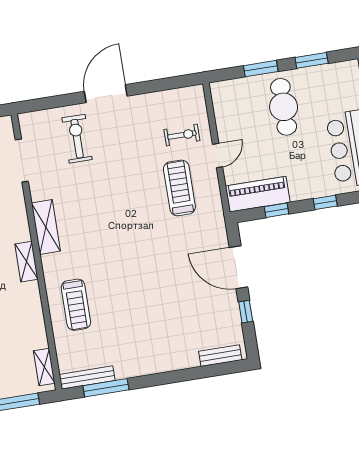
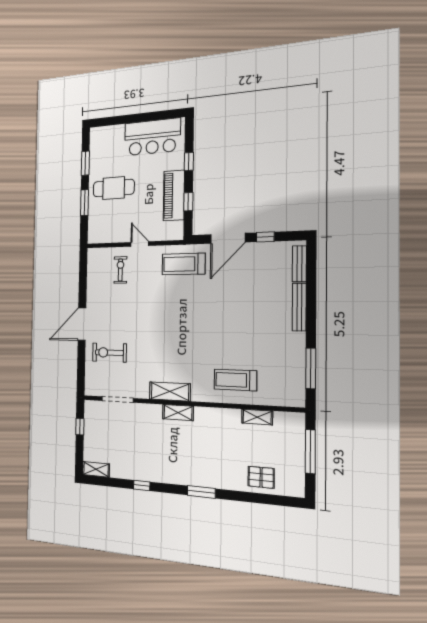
door: (106, 94) -> (82, 324), hinge flipped
treadmill: (179, 188) -> (183, 264), moved
piano: (258, 194) -> (174, 195), moved
shelving: (26, 262) -> (178, 413), moved
treadmill: (76, 305) -> (235, 380), turned 180
shelving: (44, 367) -> (257, 417), moved
bench: (87, 377) -> (299, 307), moved

